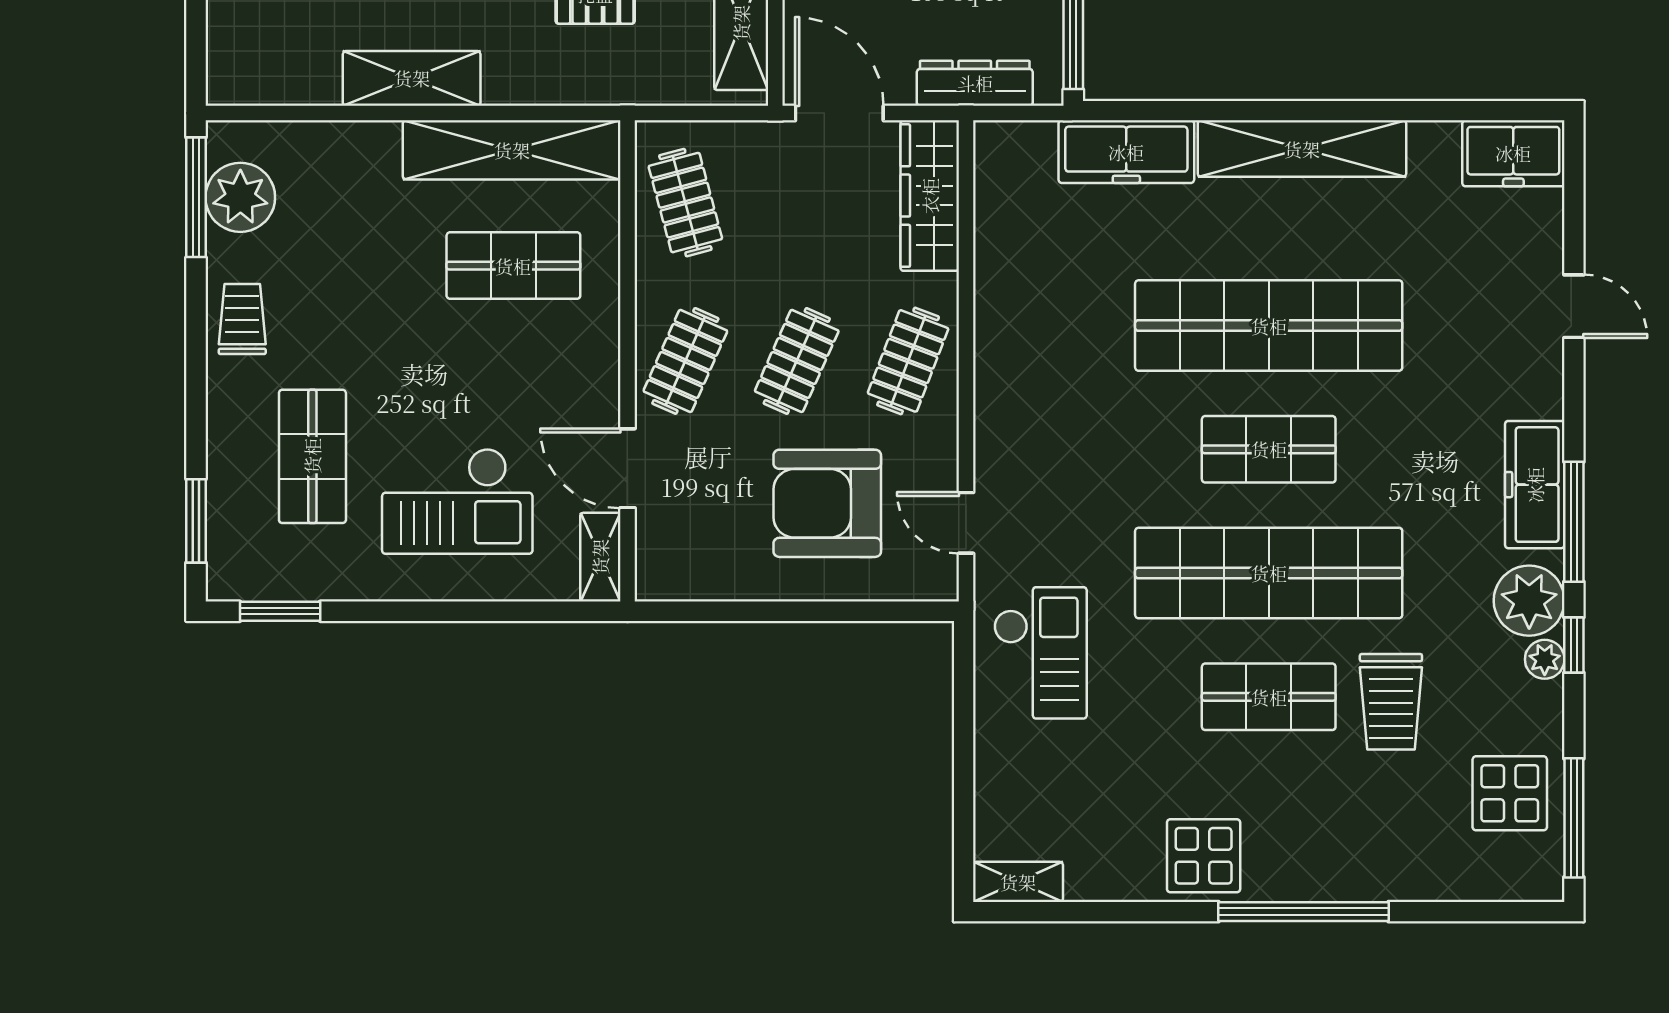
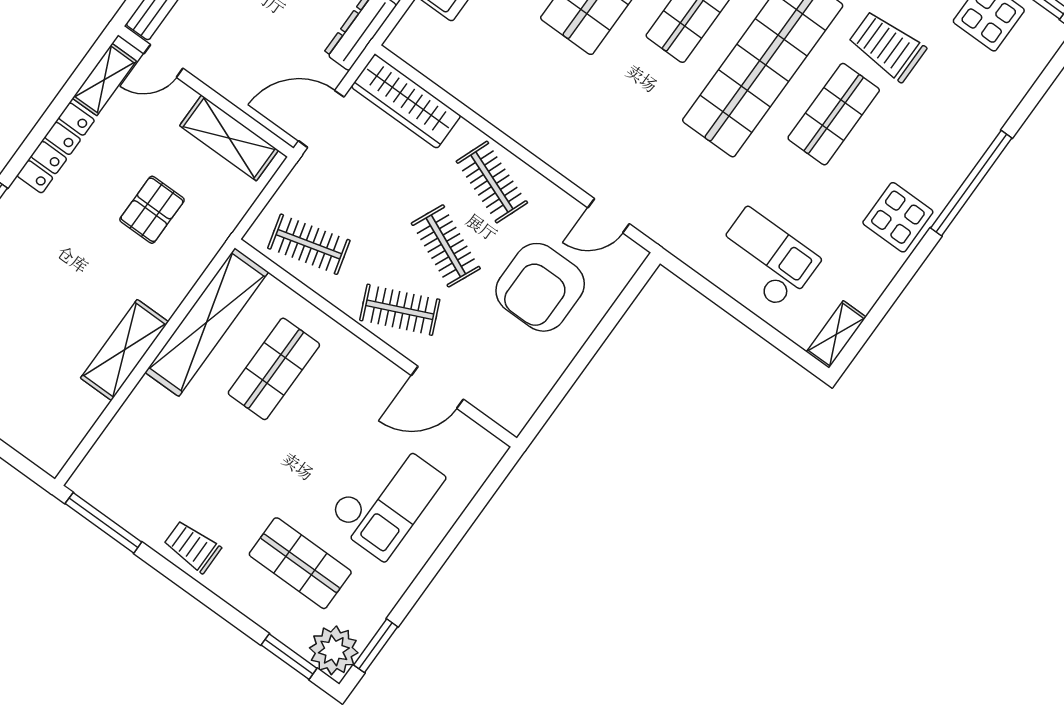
plant: (240, 197) -> (334, 650), moved
clothes rail: (685, 361) -> (400, 310), turned -48
shelving: (600, 557) -> (477, 440), removed
checkout: (1040, 653) -> (766, 259), moved
trolley: (1391, 702) -> (887, 46), turned 180

